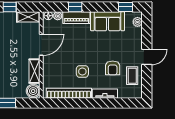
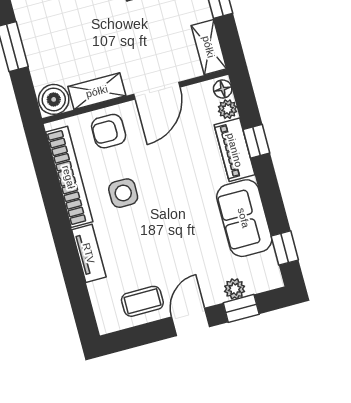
plant: (137, 22) -> (235, 289), moved
window: (147, 33) -> (241, 308), added
door: (41, 45) -> (157, 91), hinge flipped
door: (147, 57) -> (191, 322), swing flipped
armchair: (113, 68) -> (109, 131), moved

